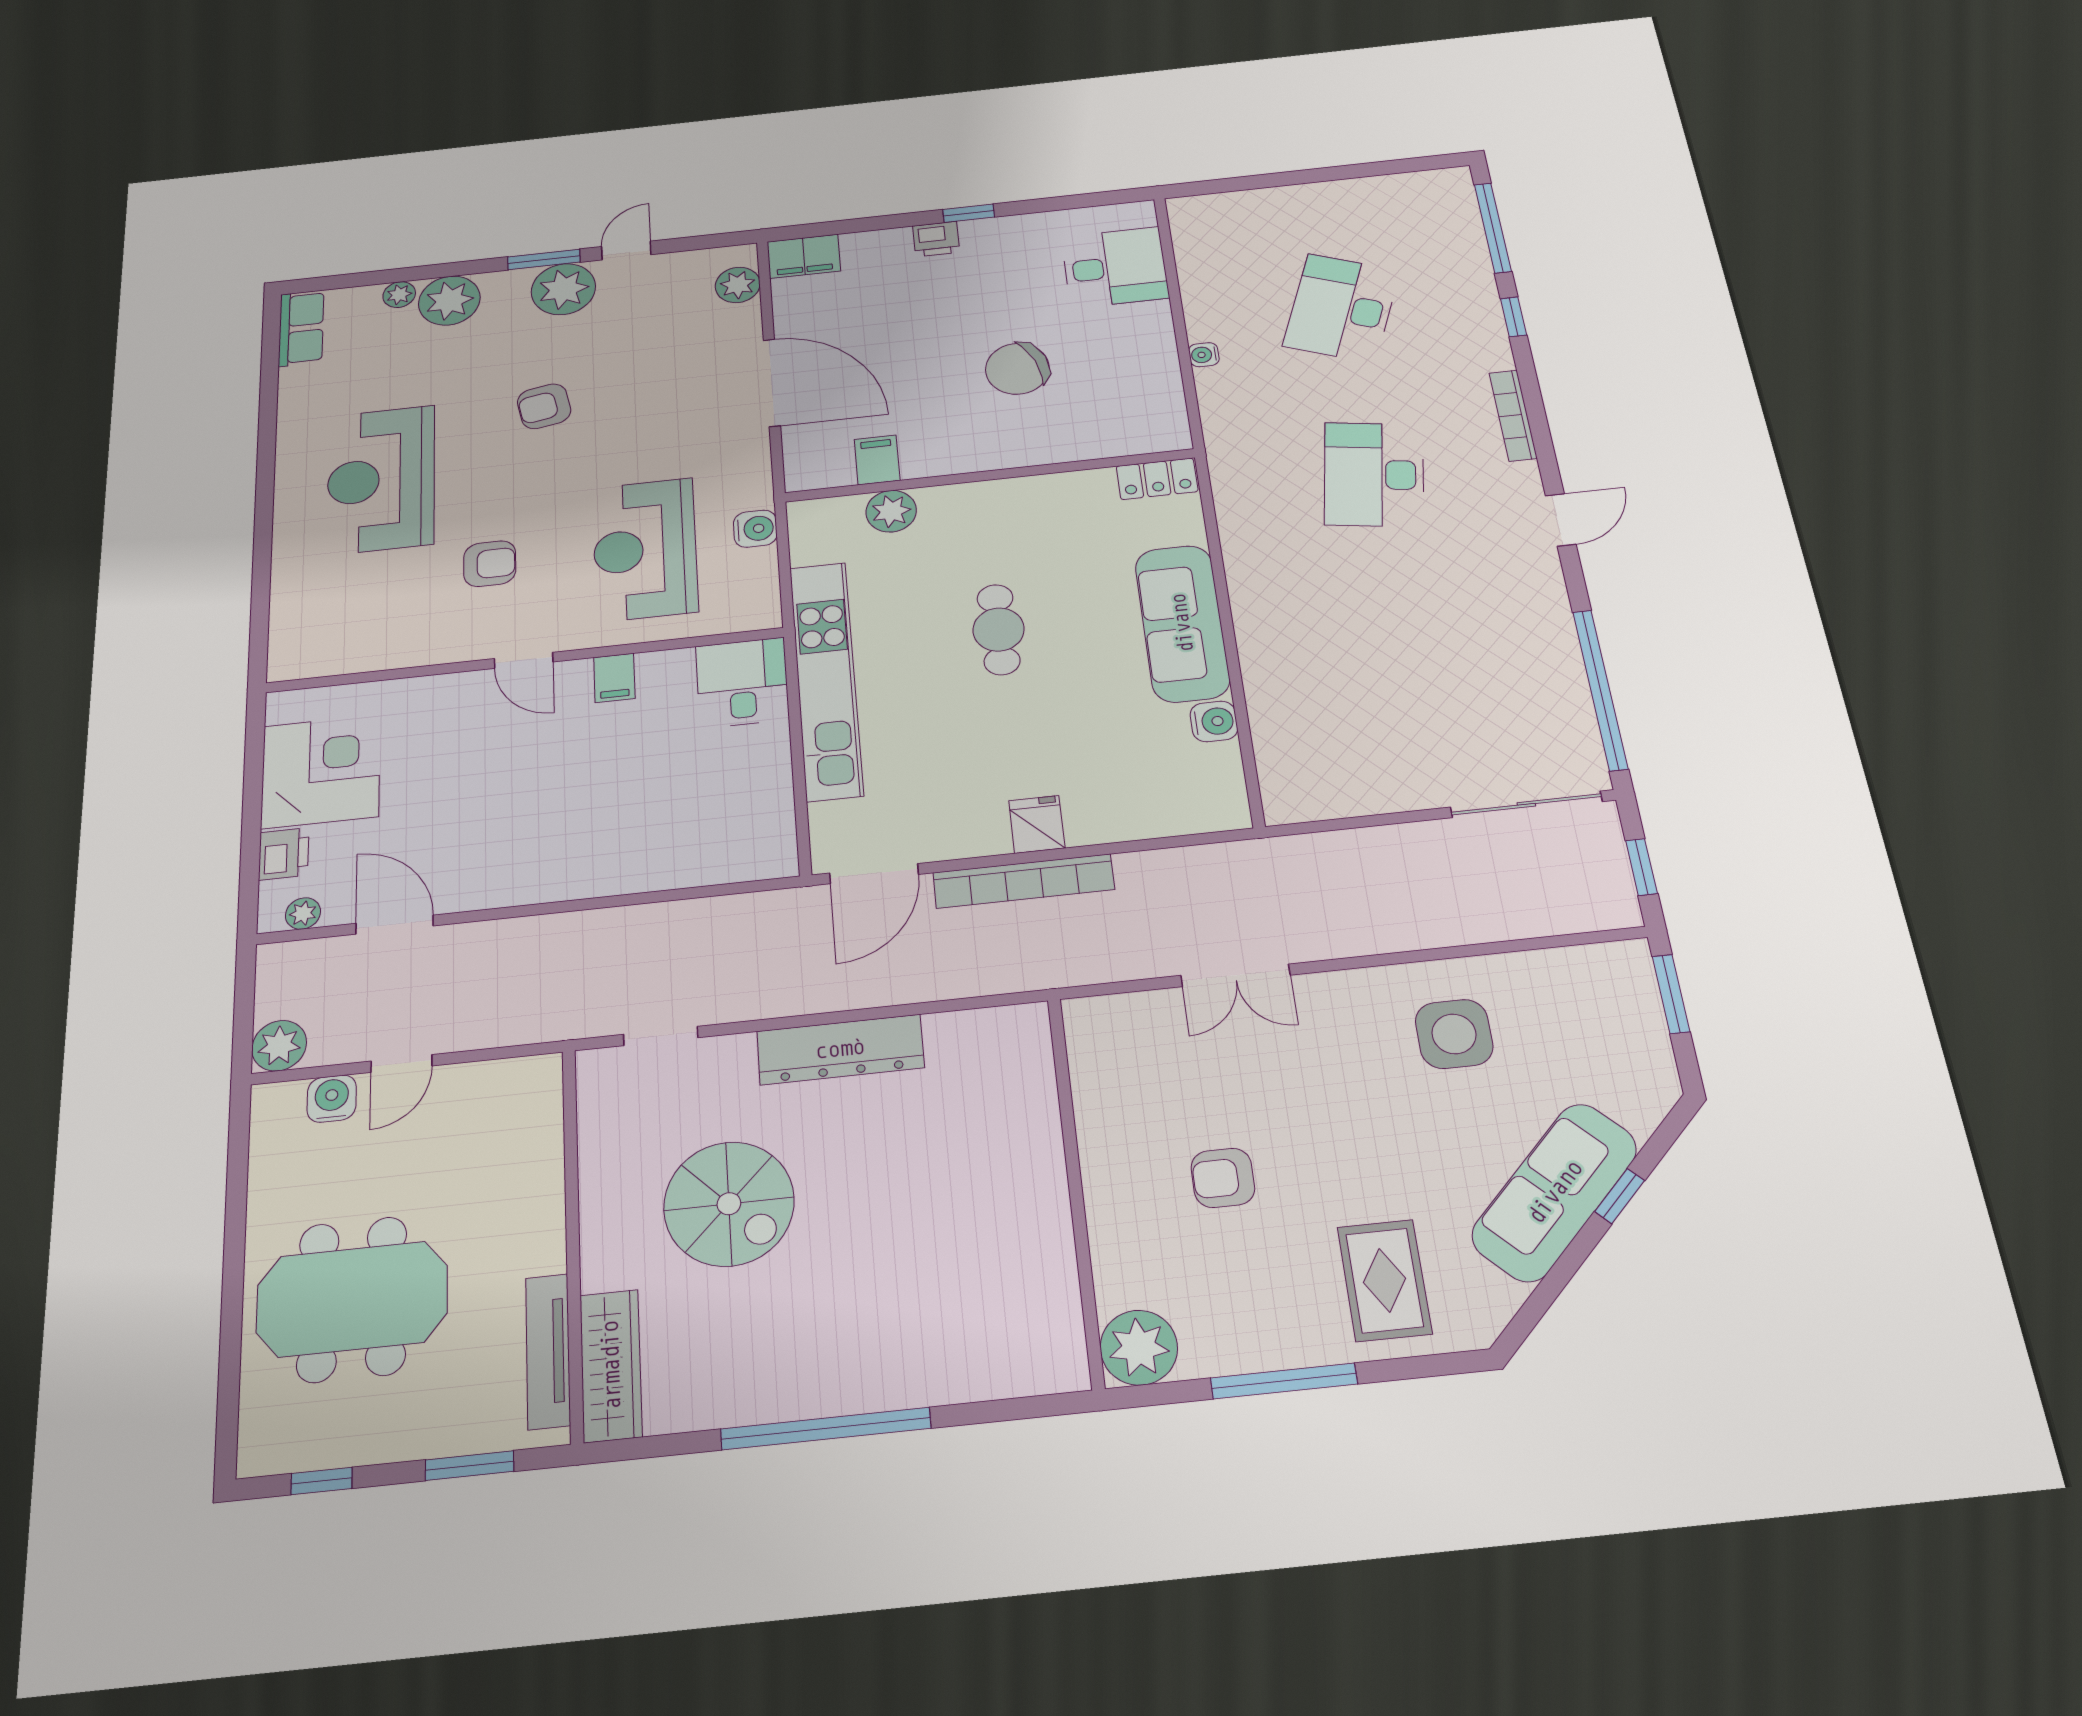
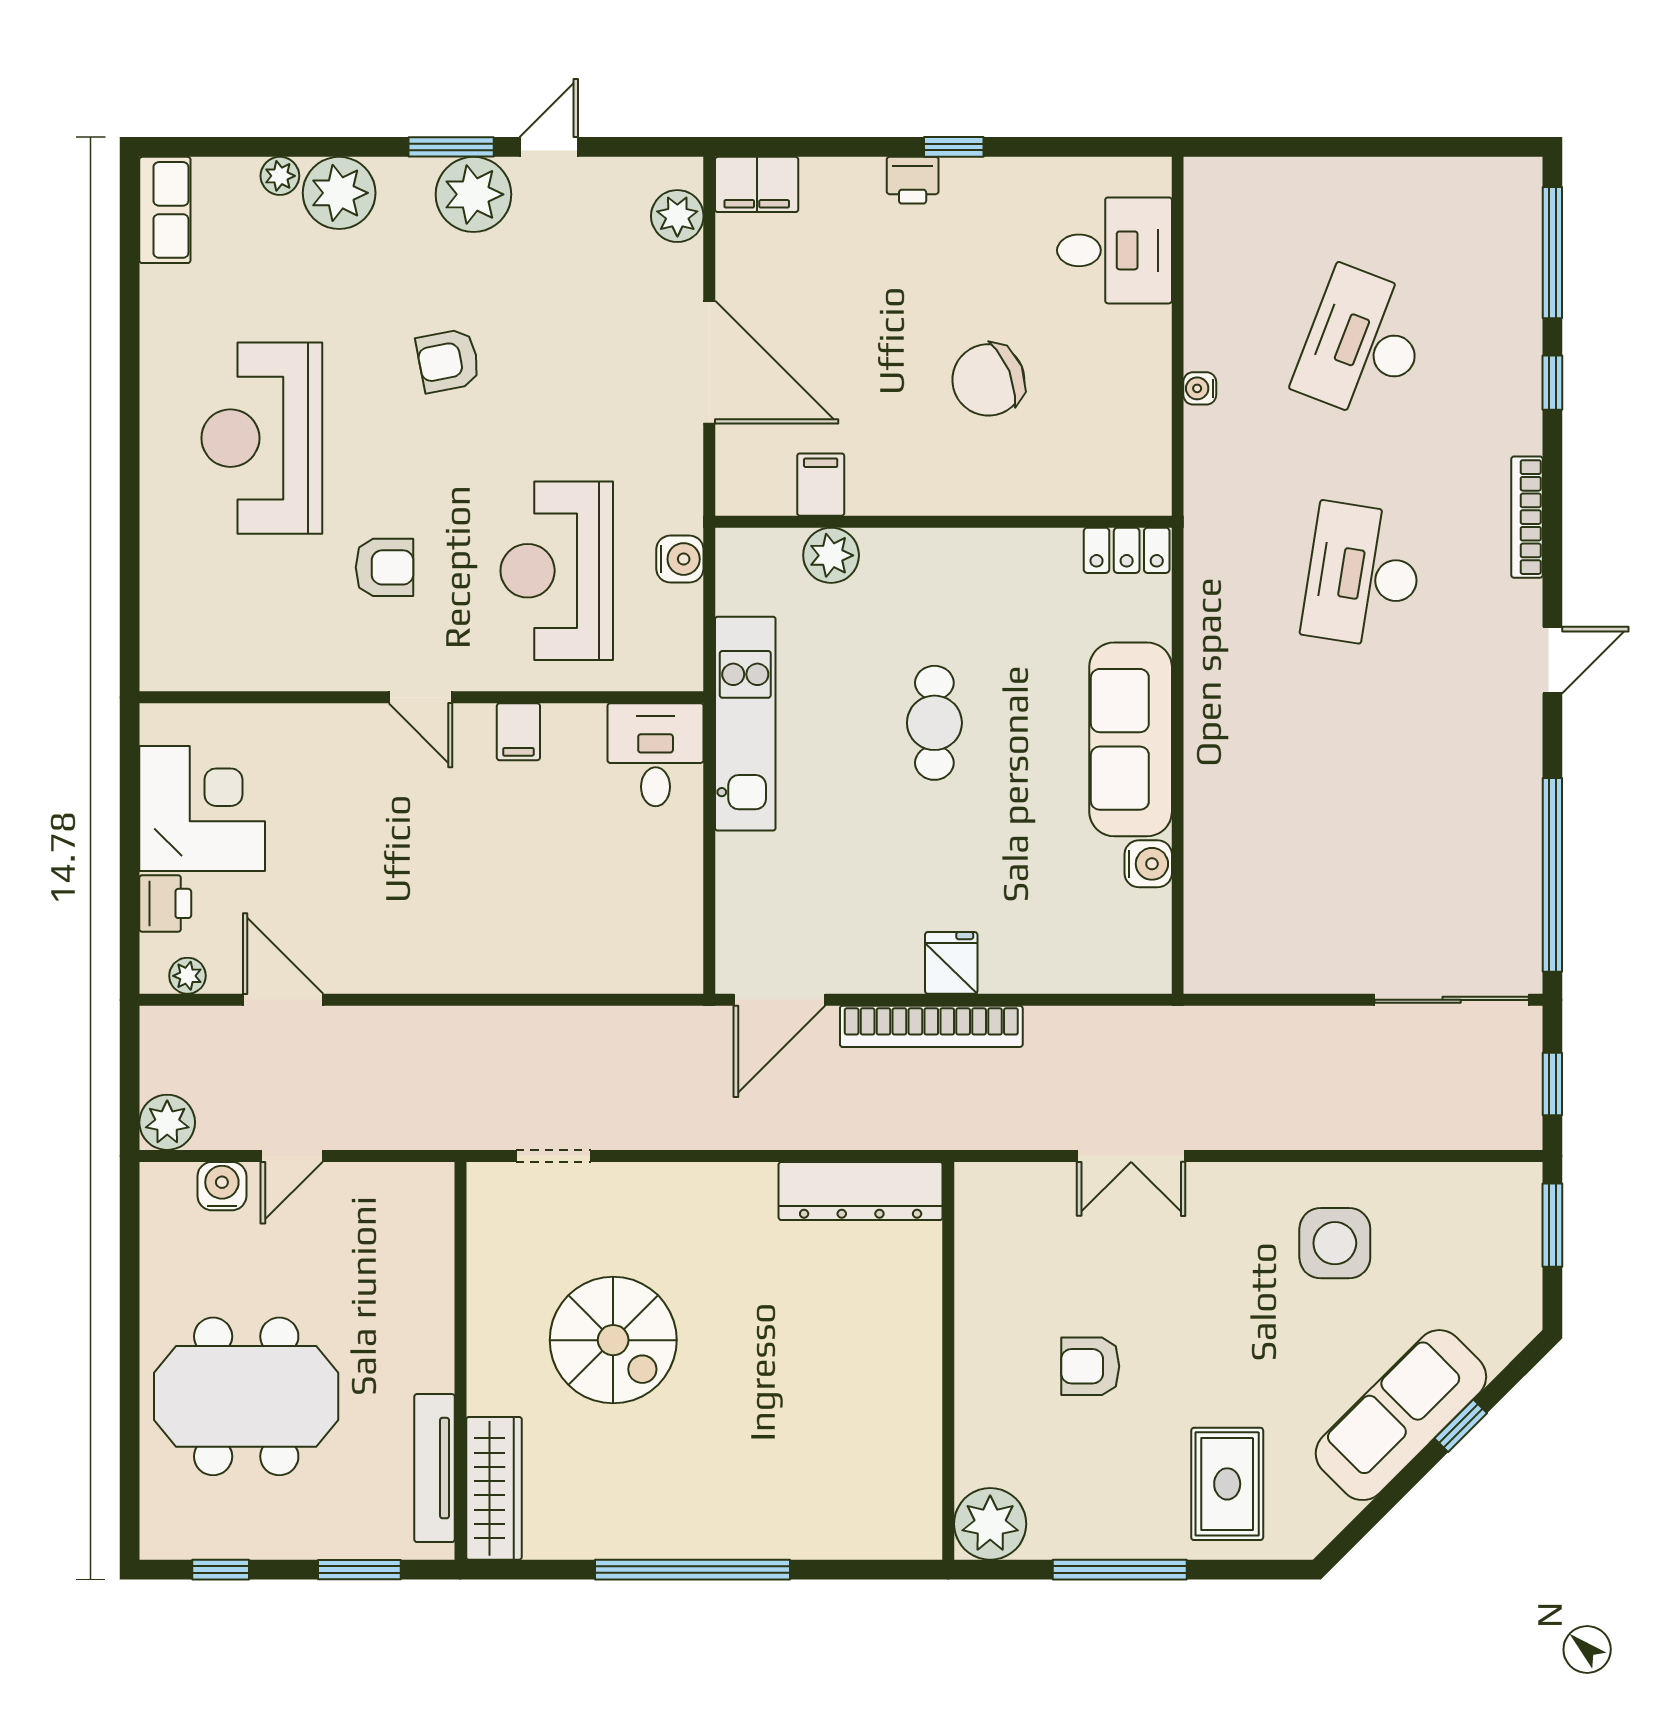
kitchen unit: (826, 680) -> (745, 724), width x0.73
dresser: (840, 1049) -> (861, 1191), moved

